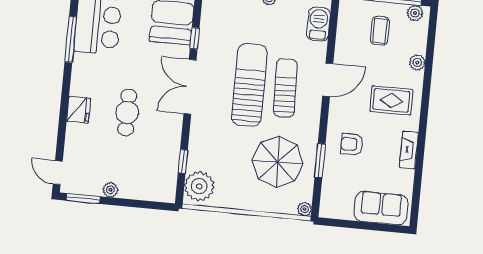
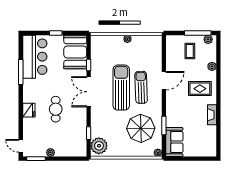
barbecue: (318, 24) -> (156, 51), removed
armchair: (352, 144) -> (180, 115), removed
sofa: (381, 208) -> (174, 142), moved, turned 90

